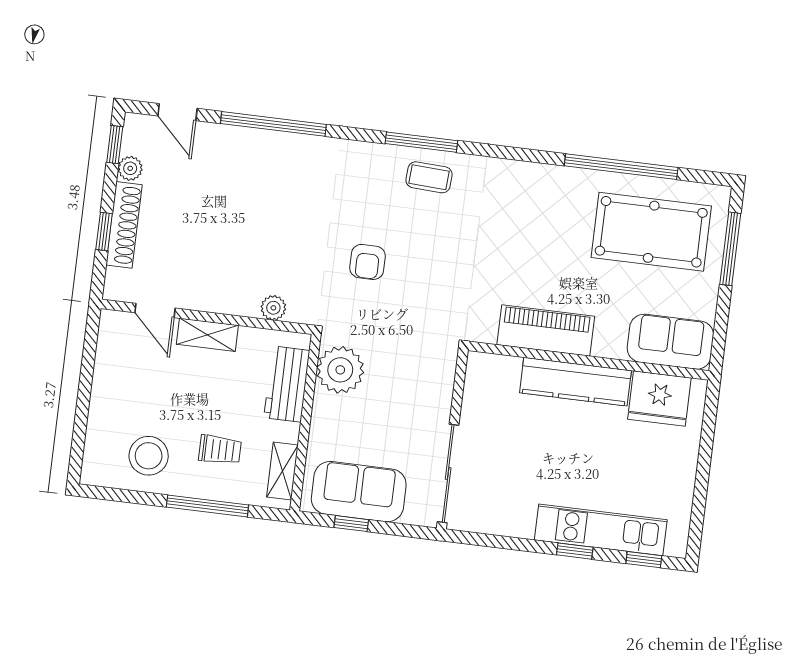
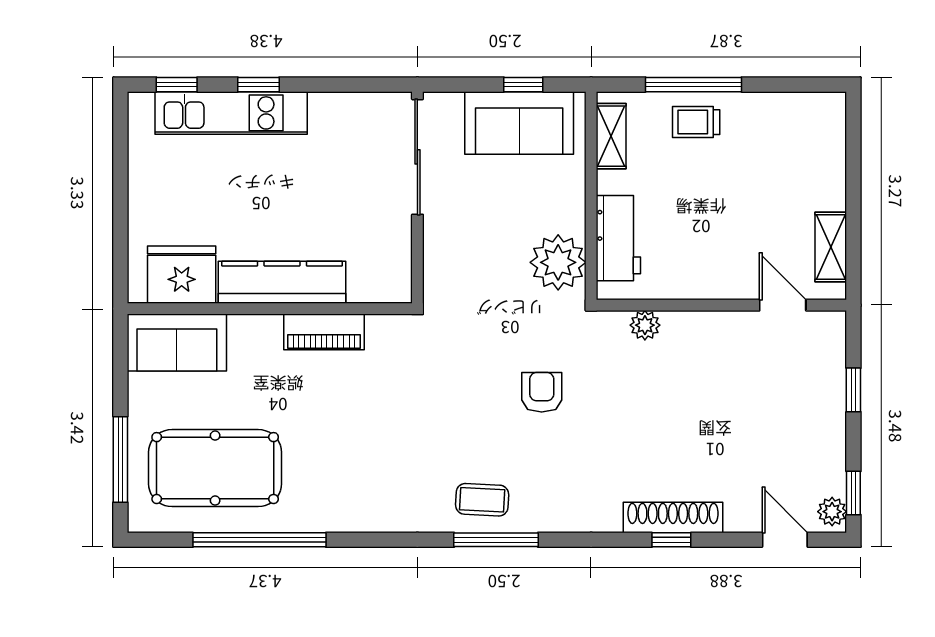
window: (273, 124) -> (671, 540), width x0.32
plant: (130, 168) -> (832, 512), moved
shoe rack: (124, 225) -> (673, 517), moved, turned 90
piano: (546, 330) -> (324, 332), width x0.73, depth x0.75
shelving: (207, 335) -> (831, 247), moved, turned 90
trolley: (220, 450) -> (696, 122), moved
stool: (149, 456) -> (769, 135), removed

